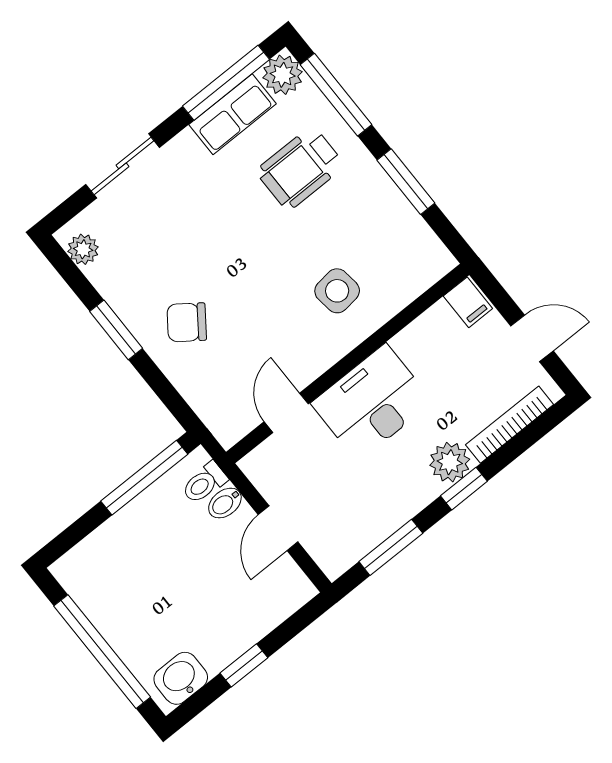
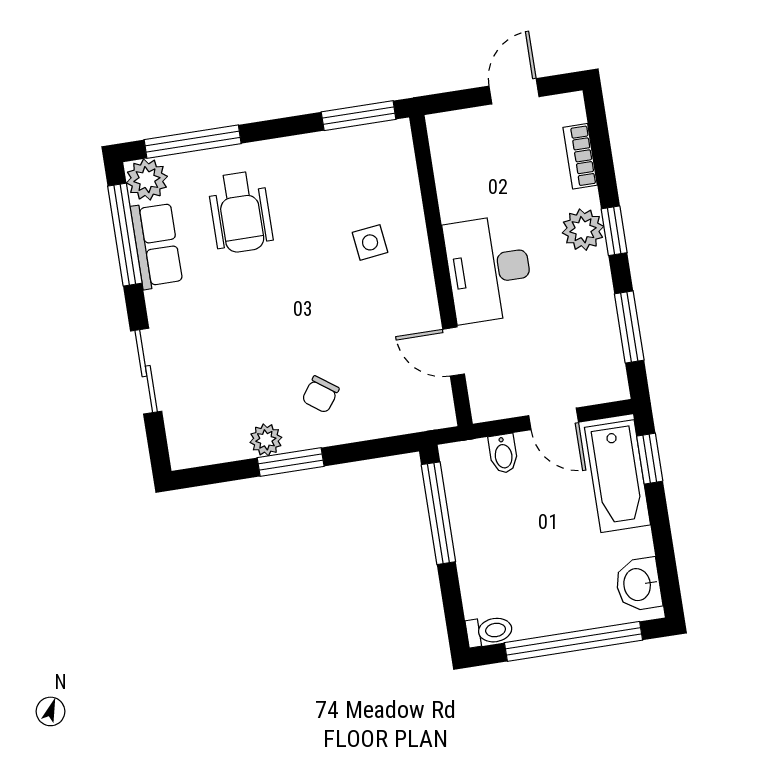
window: (406, 182) -> (359, 116), moved
plant: (83, 249) -> (266, 440), moved
side table: (337, 291) -> (370, 242), width x0.73, depth x0.73
filing cabinet: (468, 302) -> (448, 130), removed
chair: (187, 322) -> (320, 394), width x0.73, depth x0.73
bookcase: (510, 425) -> (580, 156), width x0.64
toilet: (204, 483) -> (489, 631), moved, turned -90
bathtub: (261, 609) -> (617, 476), added
window: (244, 665) -> (650, 459), moved

